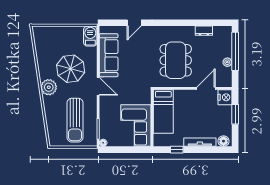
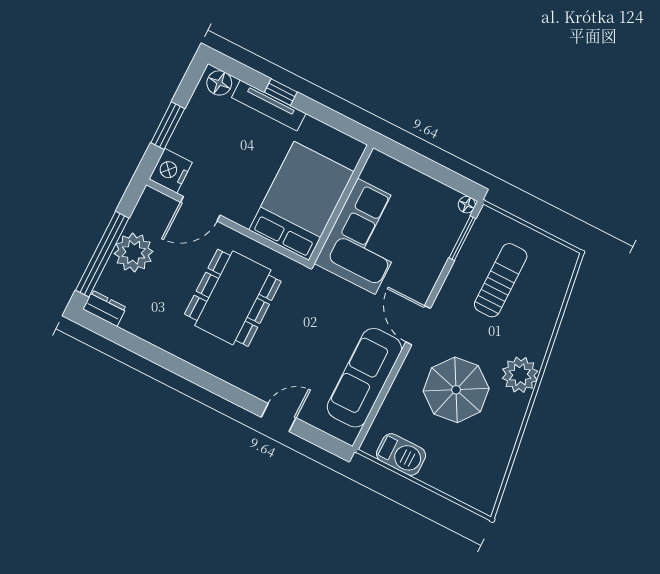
dresser: (204, 31) -> (105, 308), moved
barbecue: (90, 36) -> (401, 455), moved, turned -90
plant: (227, 62) -> (134, 252), width x1.87, depth x1.87
bed: (163, 111) -> (301, 201), width x1.50
sun lounger: (75, 120) -> (501, 280), width x0.73, depth x0.75
corner sofa: (136, 126) -> (366, 236), moved
window: (177, 150) -> (281, 92), moved

